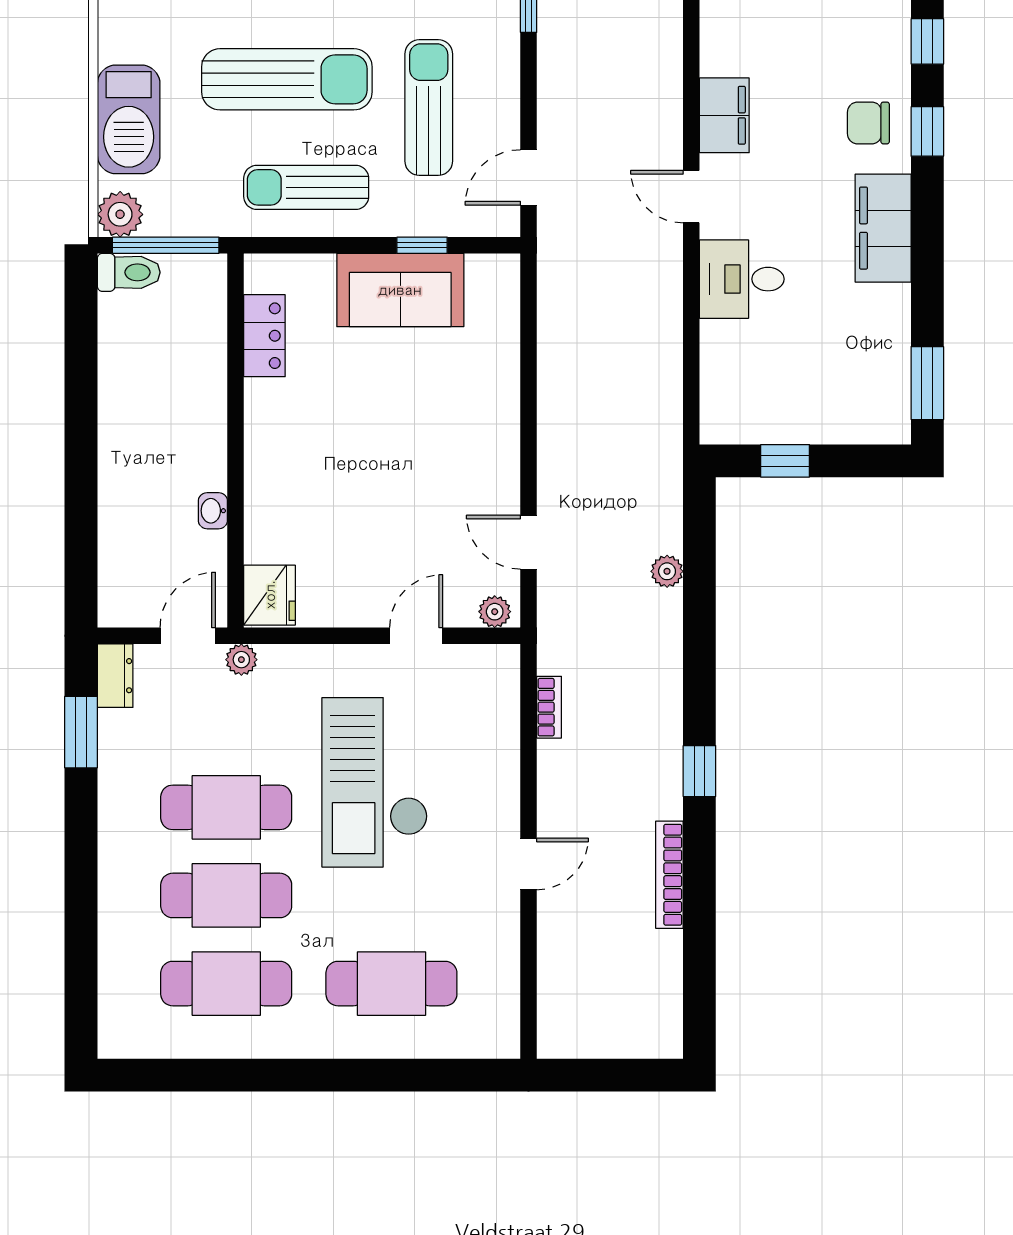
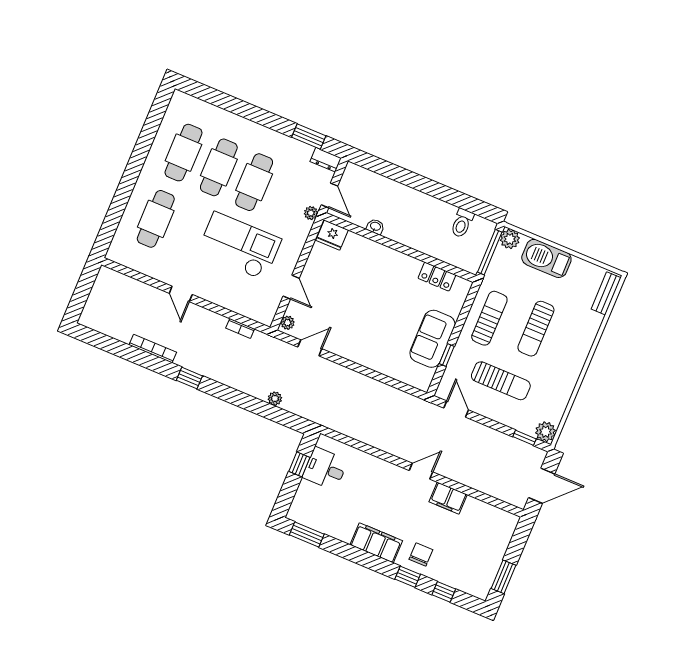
sun lounger: (287, 79) -> (536, 329), width x0.73, depth x0.75
toilet: (129, 272) -> (462, 223), moved
desk: (742, 279) -> (325, 469), moved, turned -90

